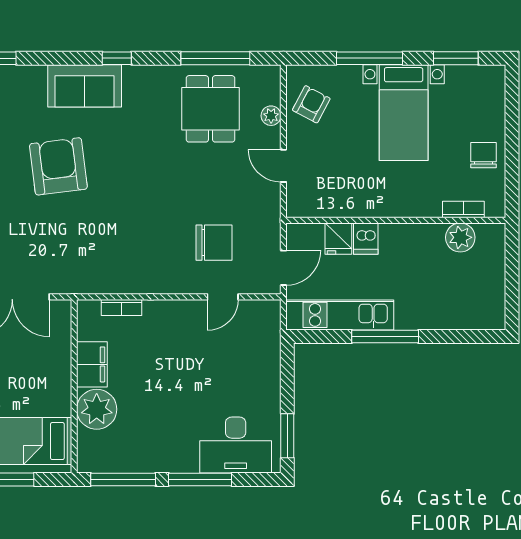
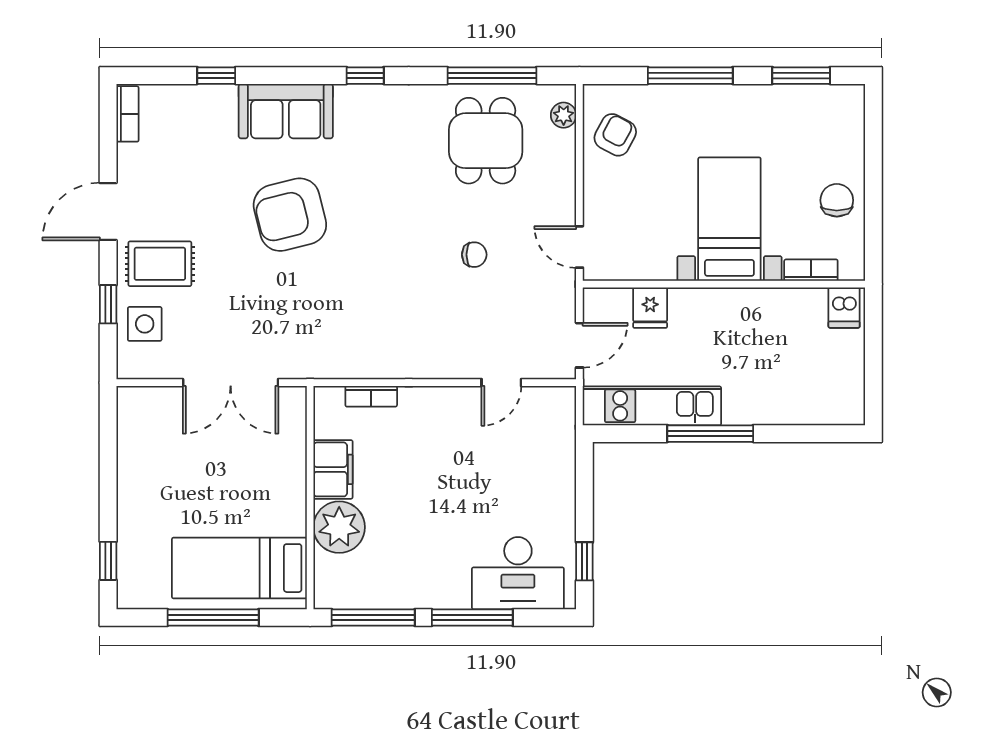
sofa: (85, 86) -> (286, 111), moved
bed with nightstands: (404, 113) -> (729, 219), moved, turned 180
plant: (271, 116) -> (564, 115), moved
armchair: (58, 166) -> (290, 215), turned -97
door: (283, 166) -> (579, 247), moved
plant: (460, 237) -> (807, 306), removed
dishwasher: (366, 239) -> (844, 308), moved
chair: (214, 243) -> (474, 255), moved, width x0.54, depth x0.54
window: (287, 436) -> (584, 561), width x0.67

